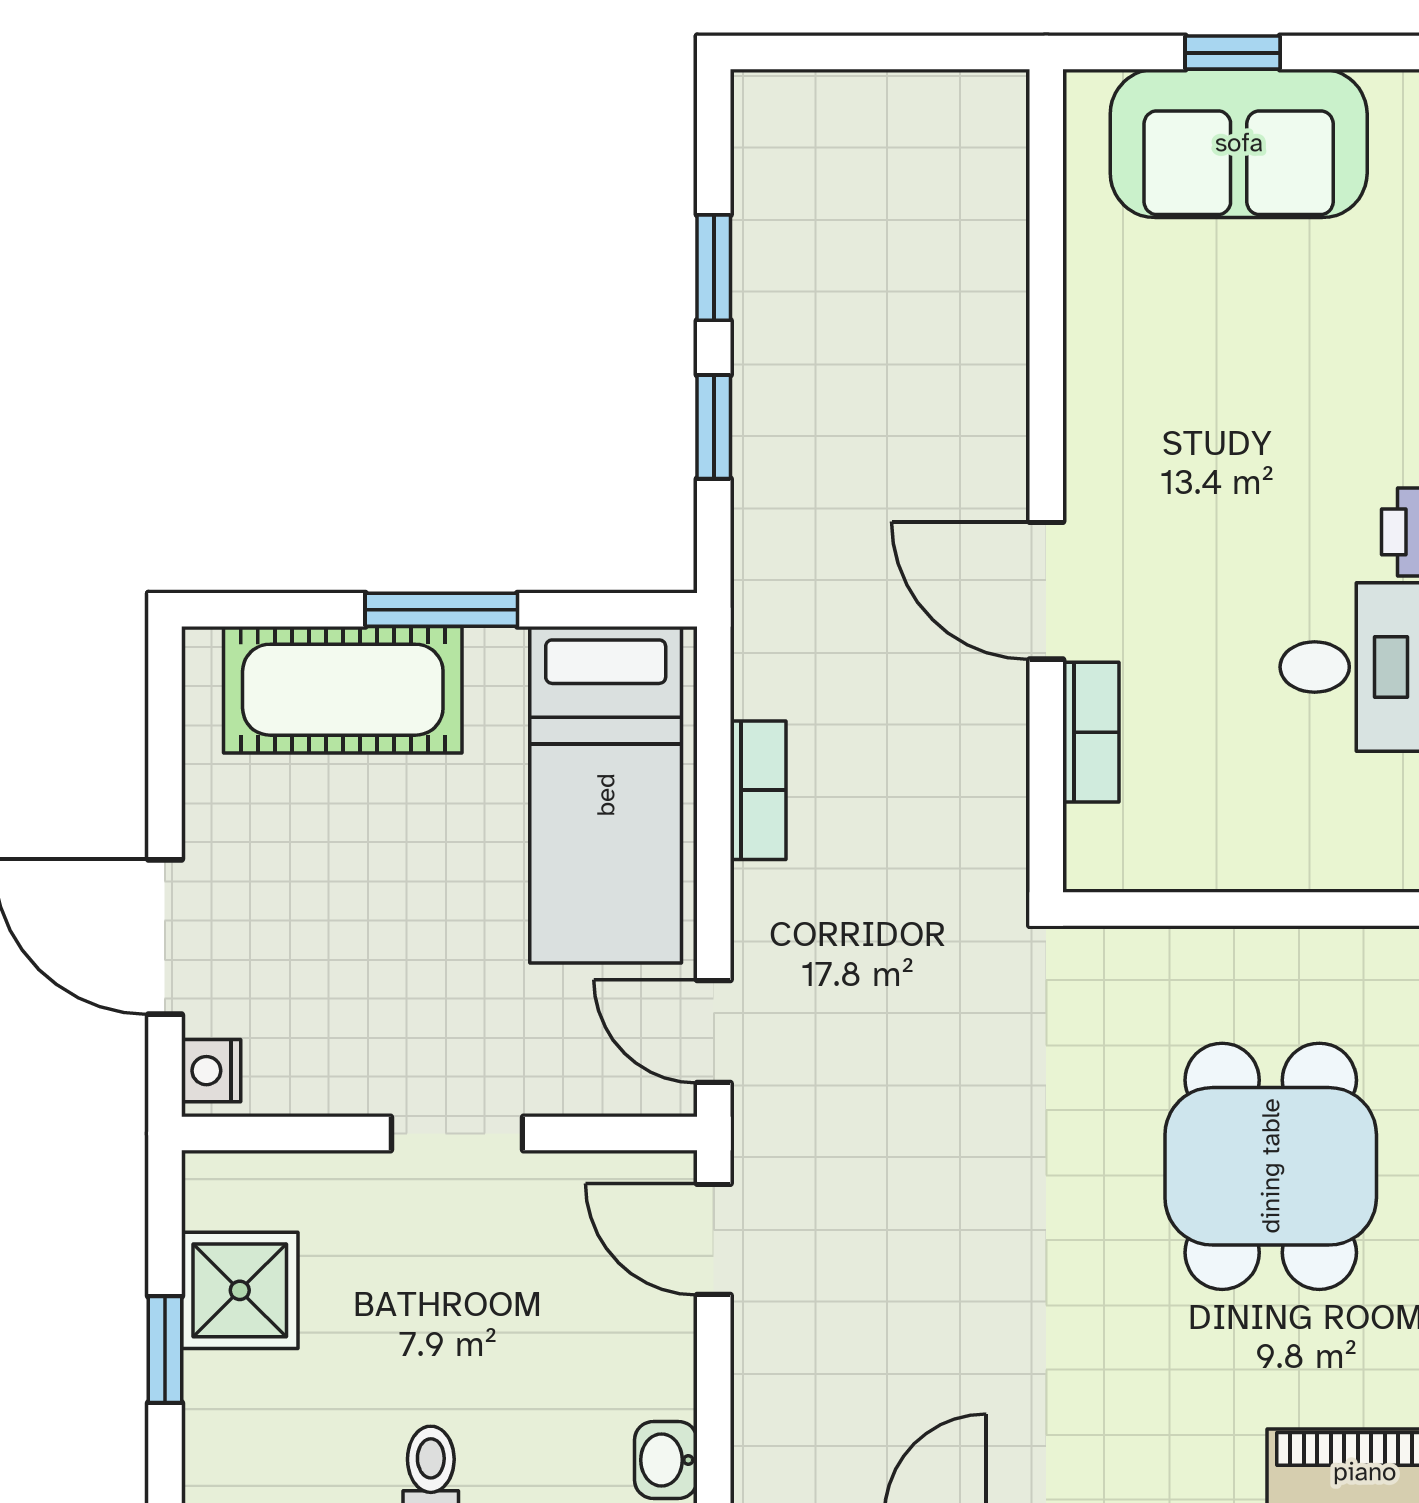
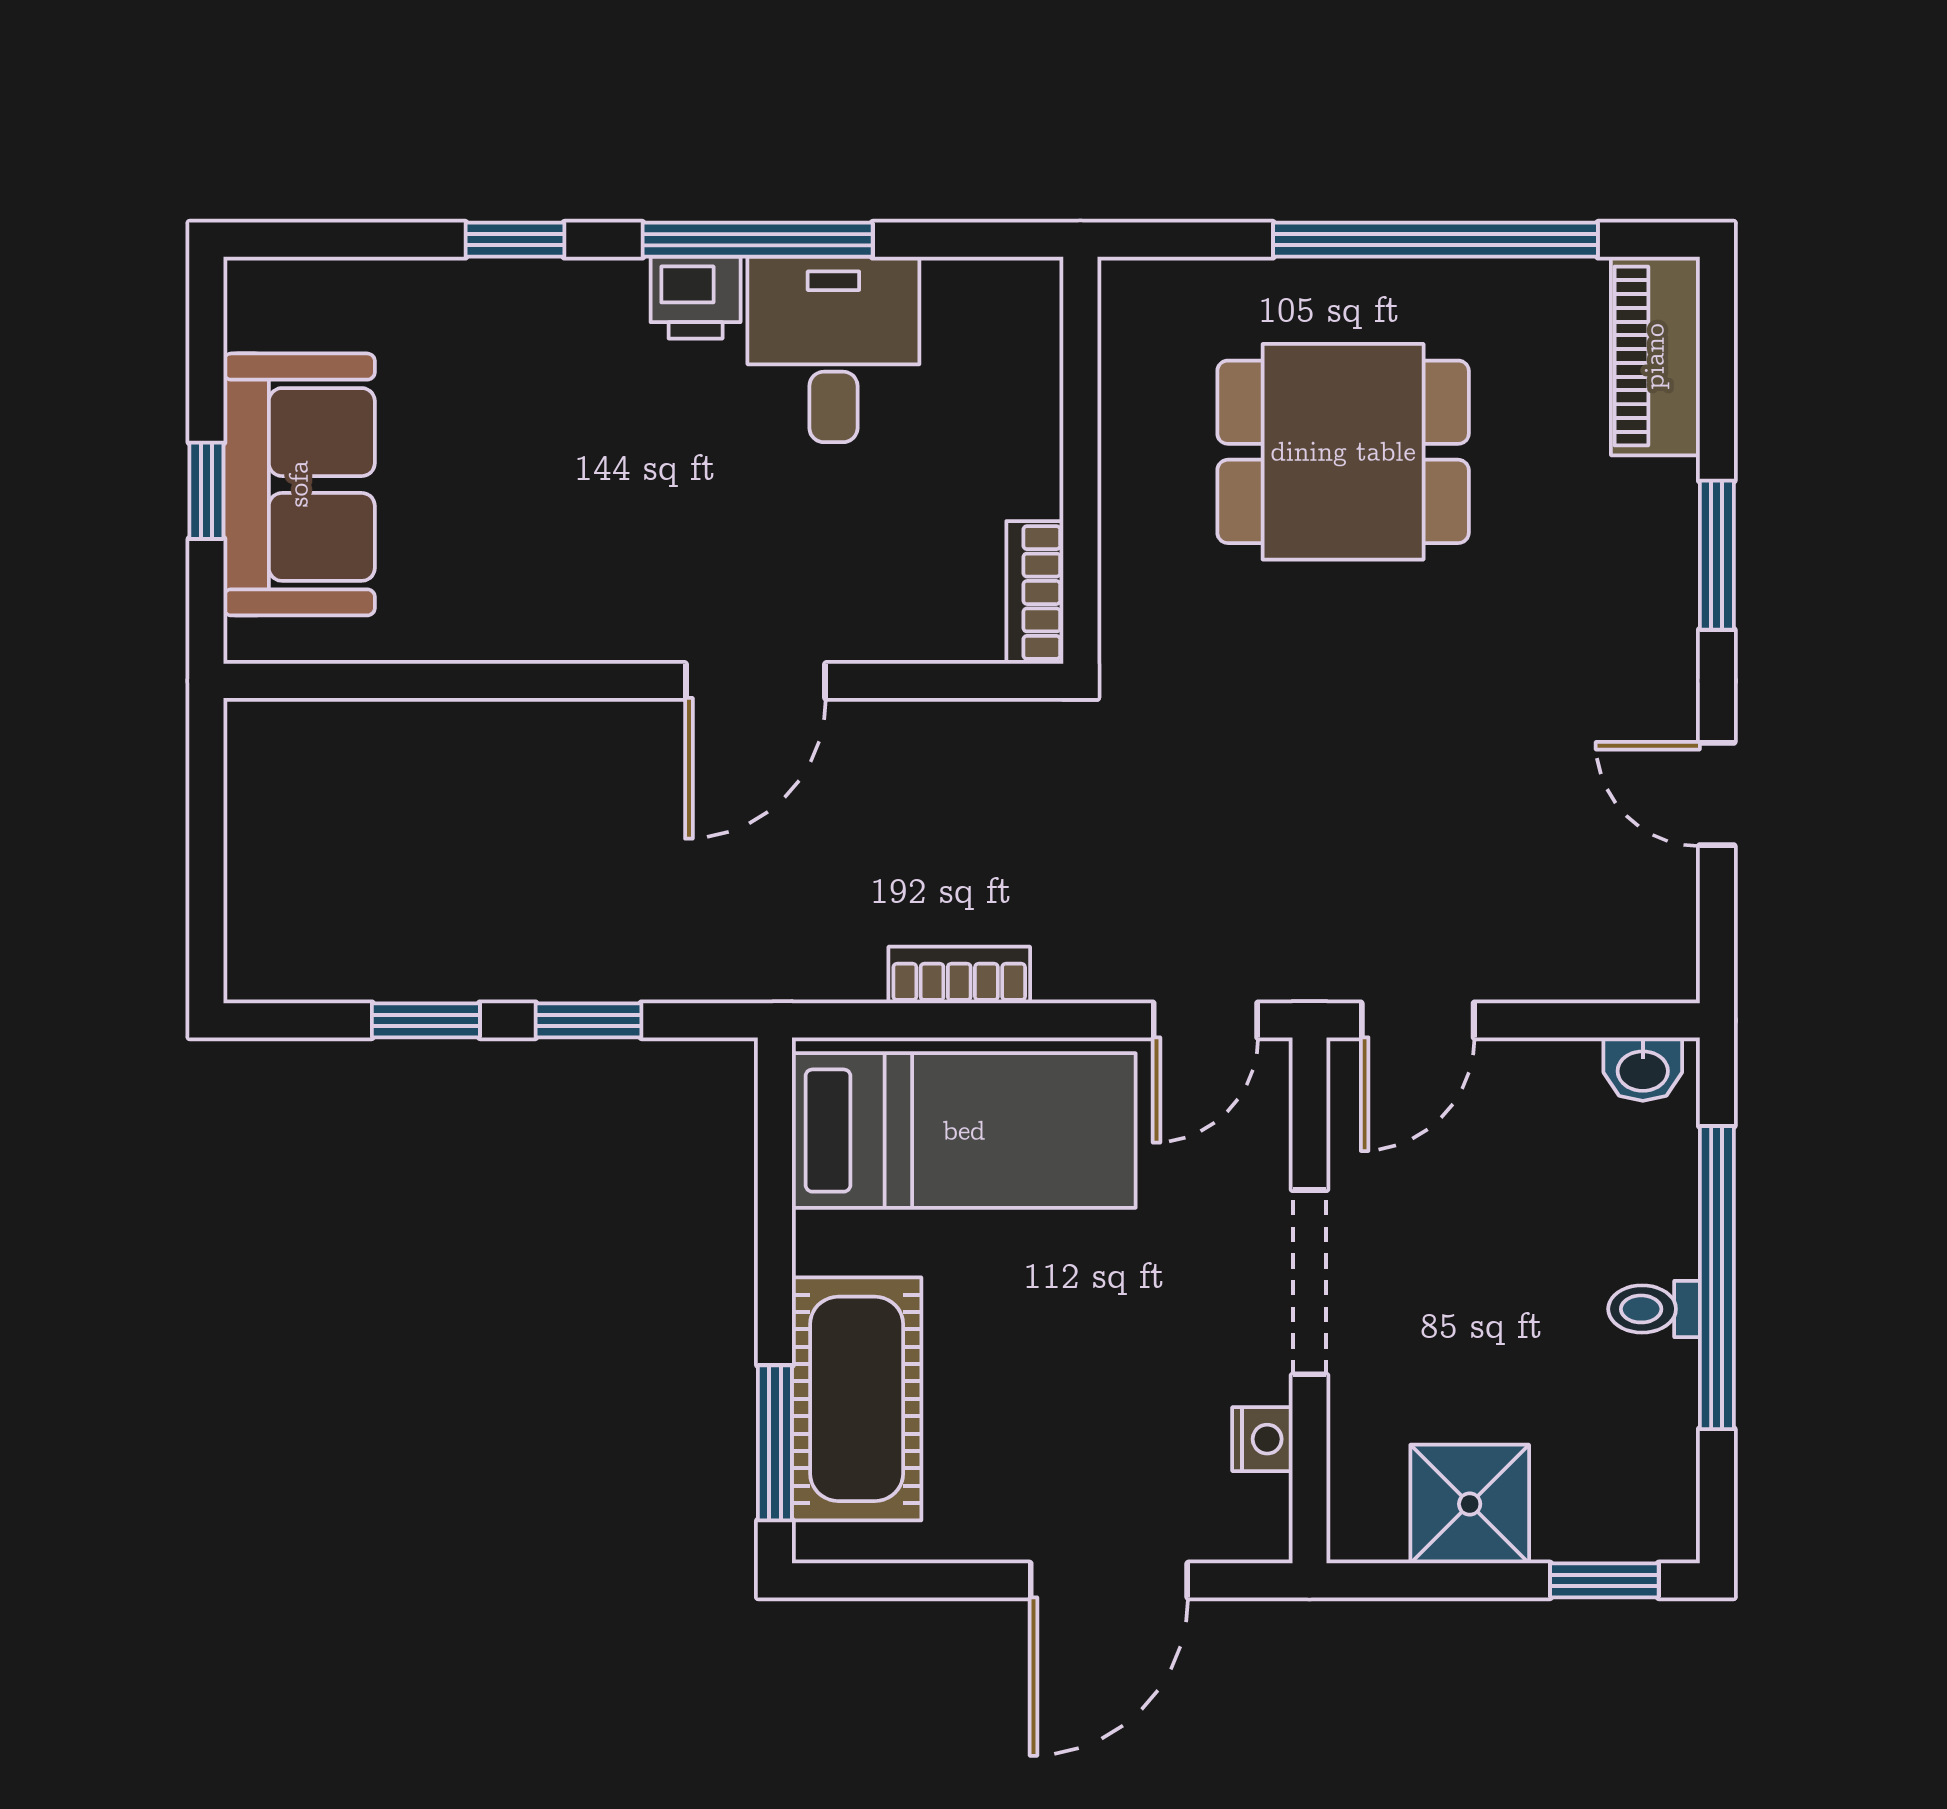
window: (441, 610) -> (775, 1443), moved
bookcase: (1091, 732) -> (1035, 592), moved, turned -90
nightstand: (211, 1071) -> (1262, 1439), moved, turned -90
doorway: (457, 1133) -> (1310, 1282), width x1.38
window: (165, 1349) -> (1604, 1580), moved

